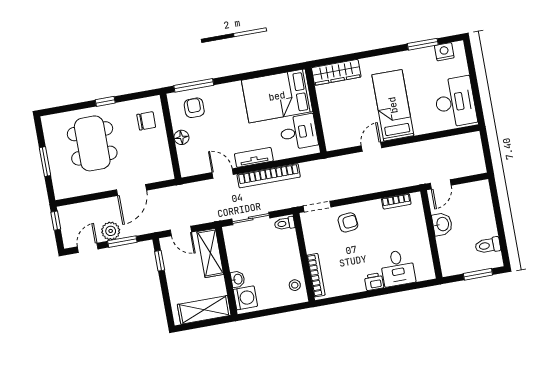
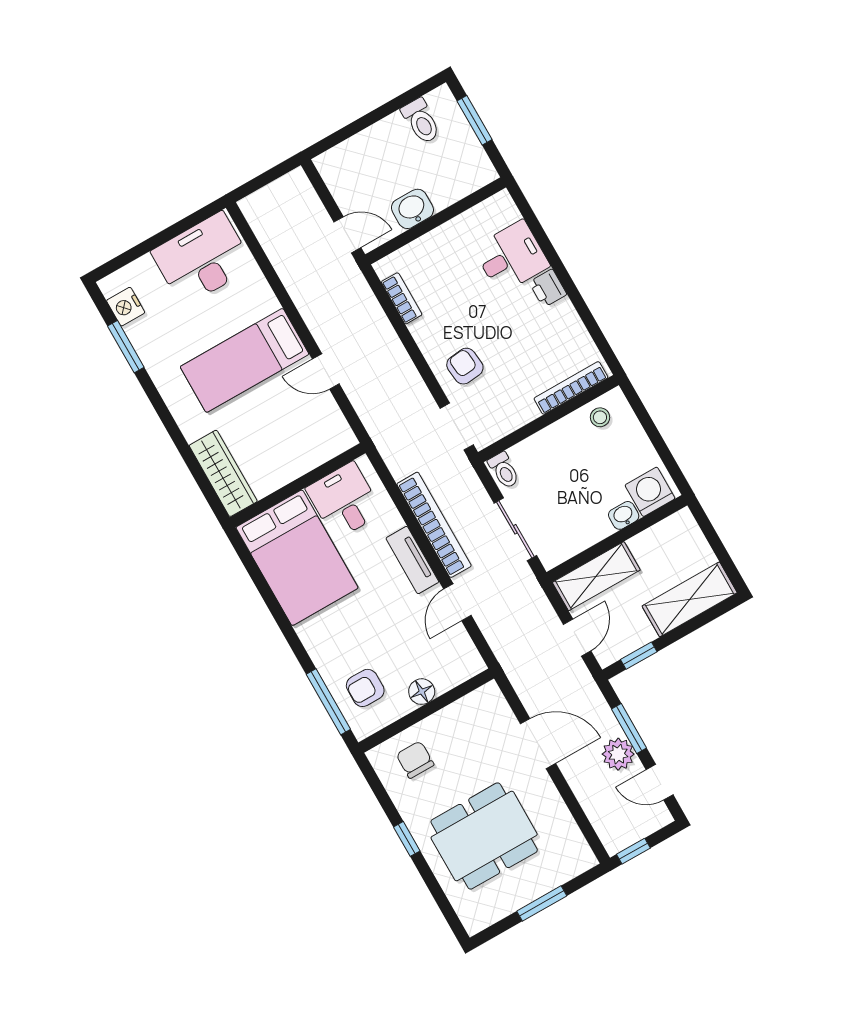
shelving: (204, 310) -> (690, 599), moved, turned 90

